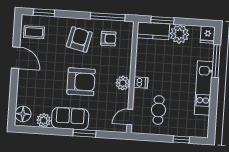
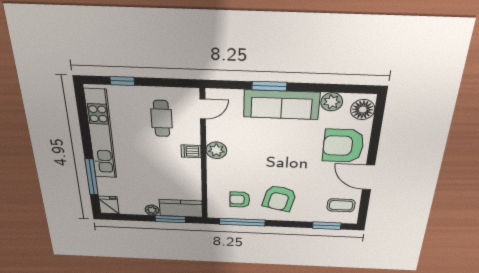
plant: (179, 34) -> (152, 210), width x0.53, depth x0.53
armchair: (81, 82) -> (343, 146), moved
kitchen unit: (204, 88) -> (101, 135), width x1.36
sofa: (70, 119) -> (282, 105), width x1.36

